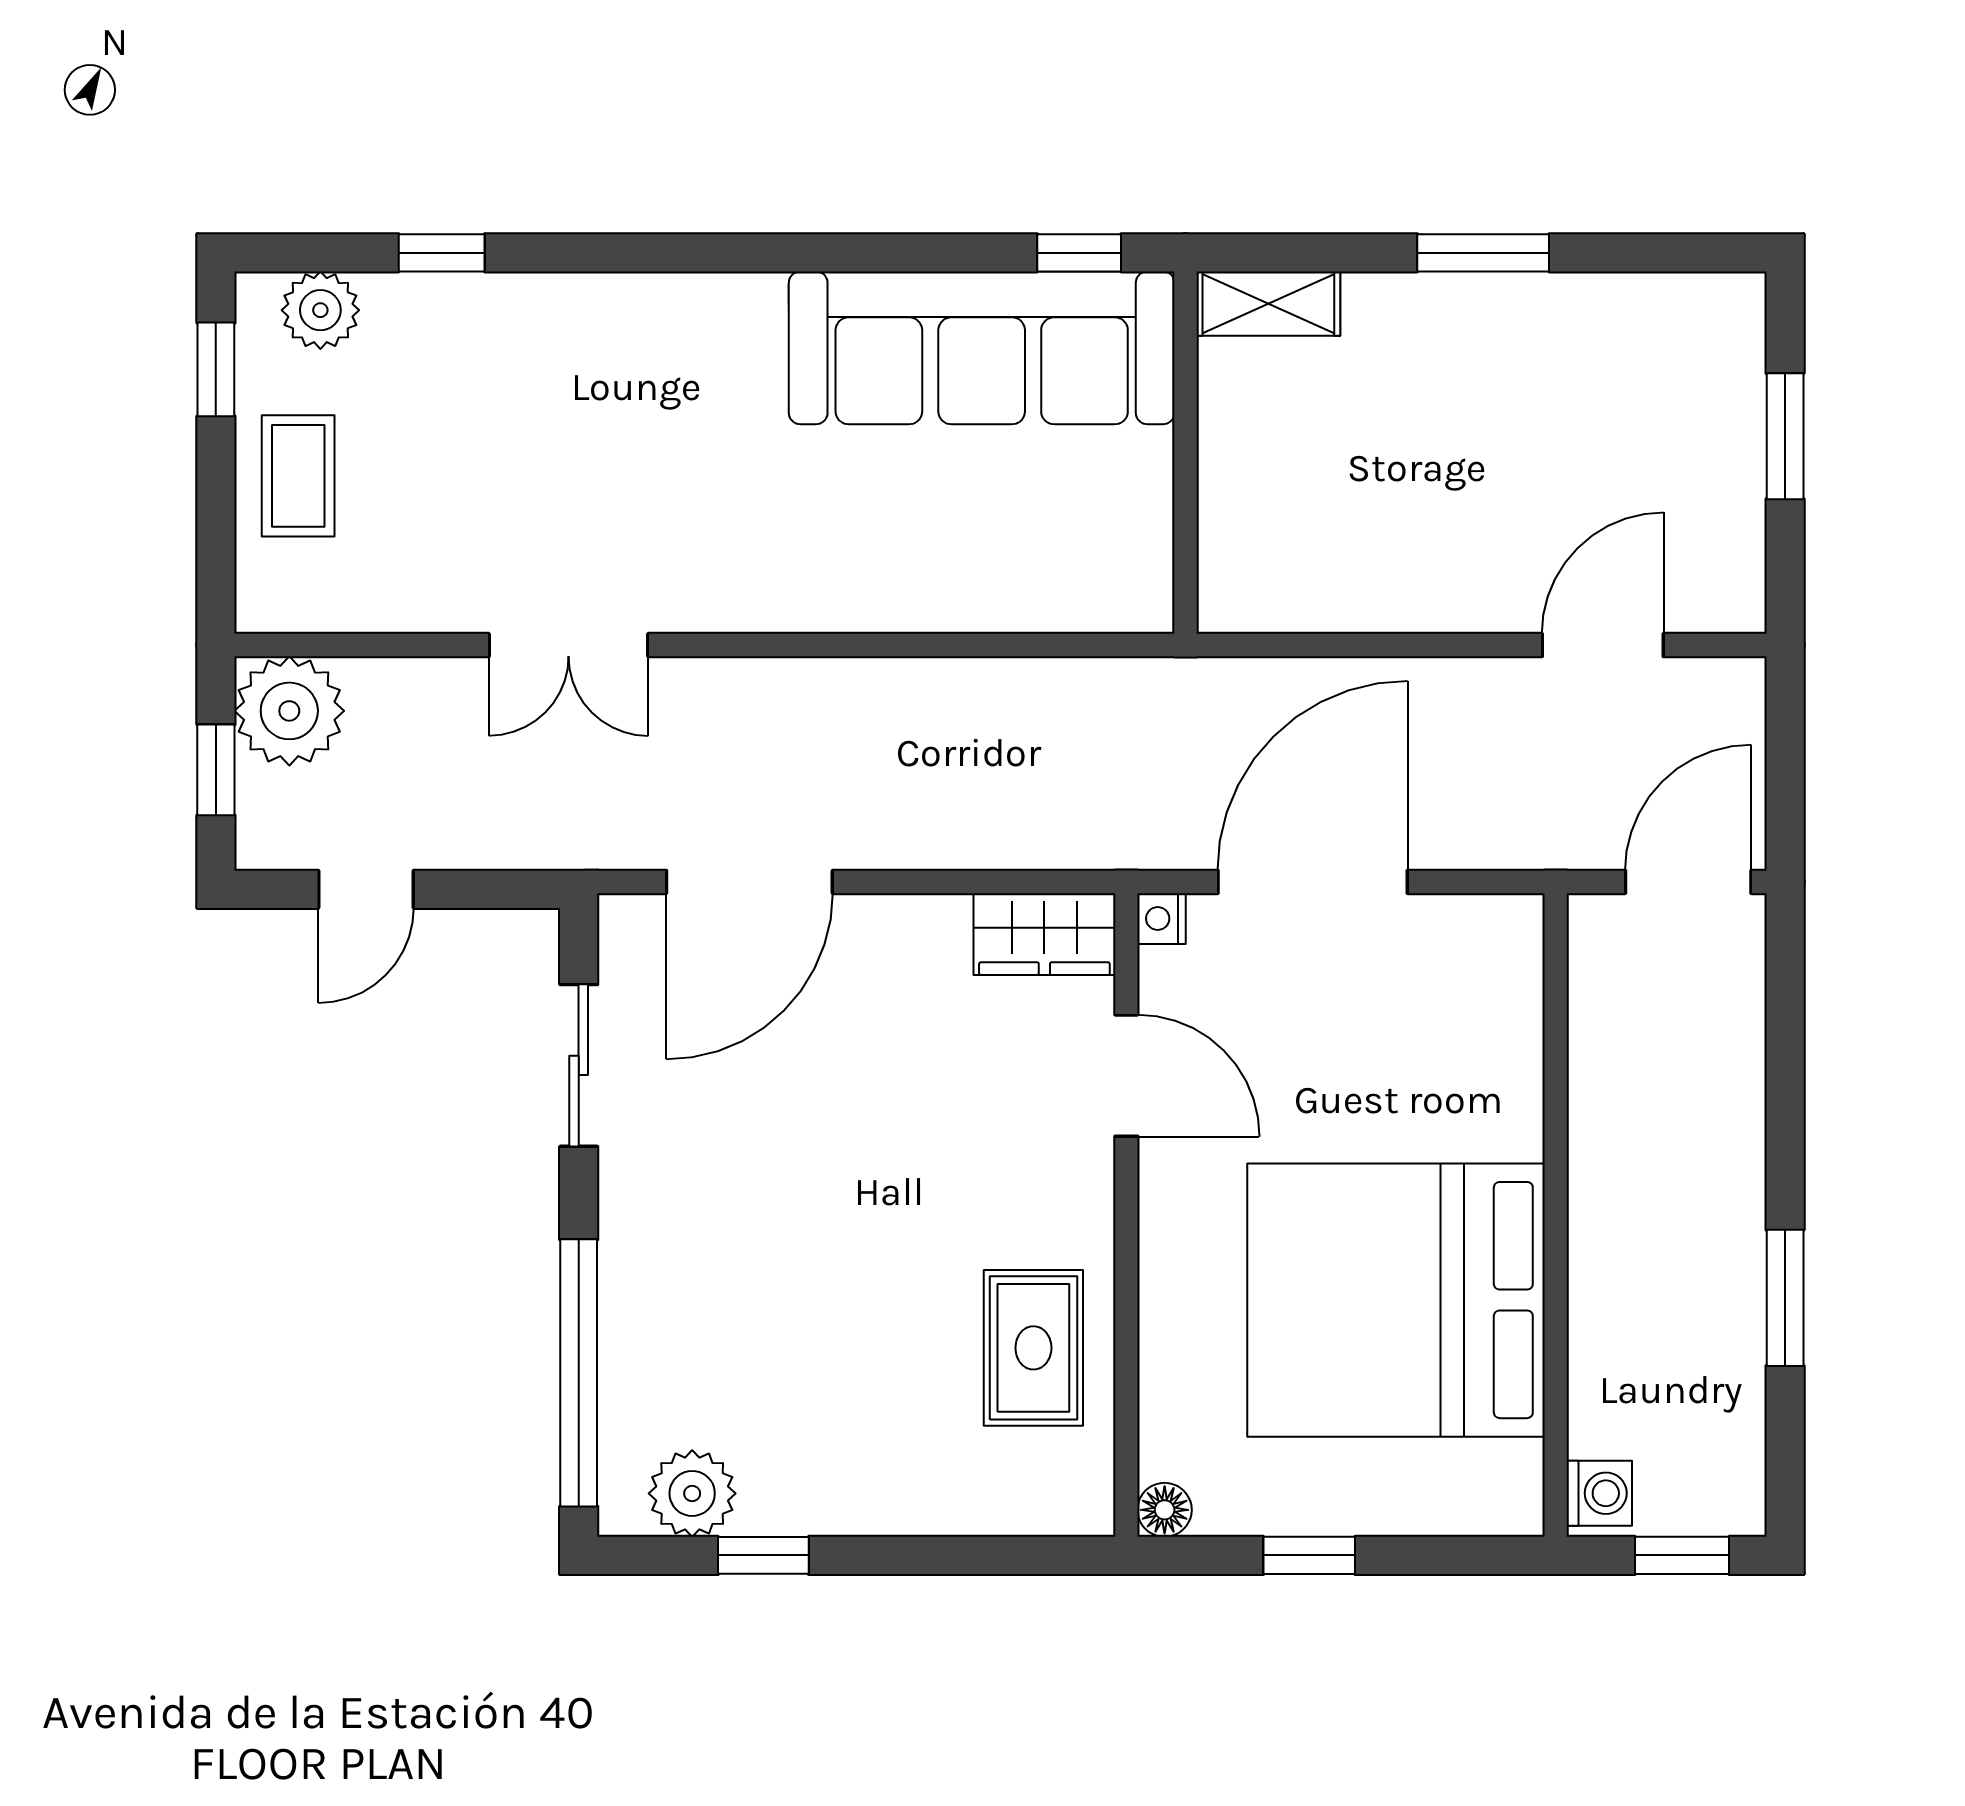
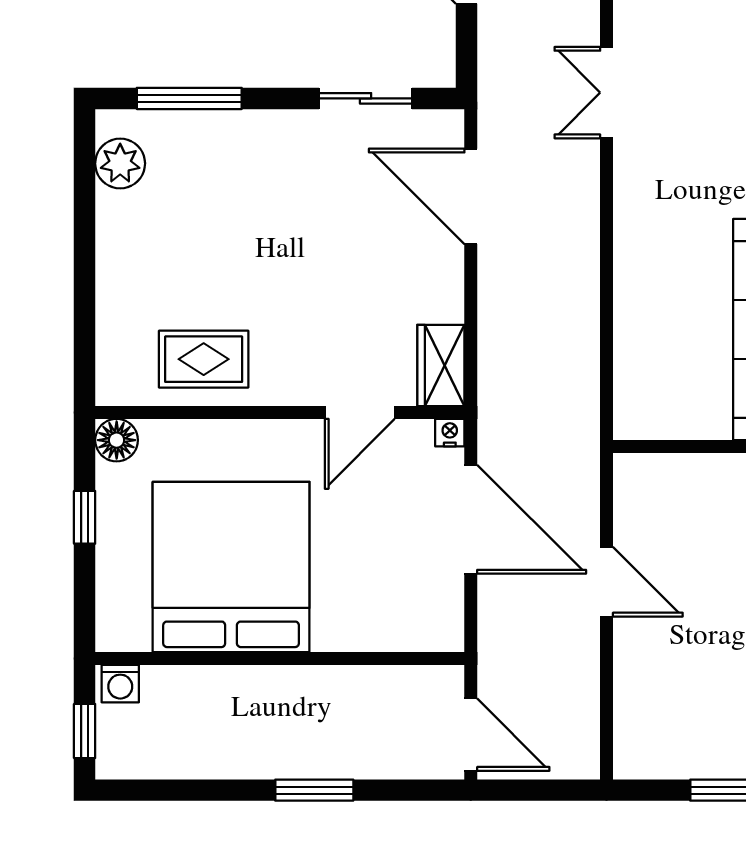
door: (1603, 645) -> (607, 582), moved
window: (1785, 1298) -> (314, 790), moved
window: (579, 1373) -> (189, 98), width x0.68
floor lamp: (1165, 1510) -> (117, 440), width x1.37, depth x1.37
window: (763, 1555) -> (85, 204), removed

